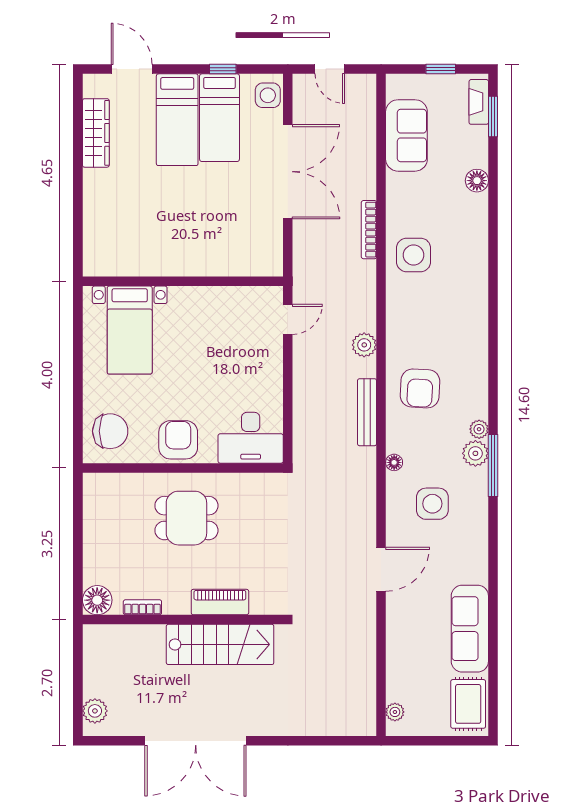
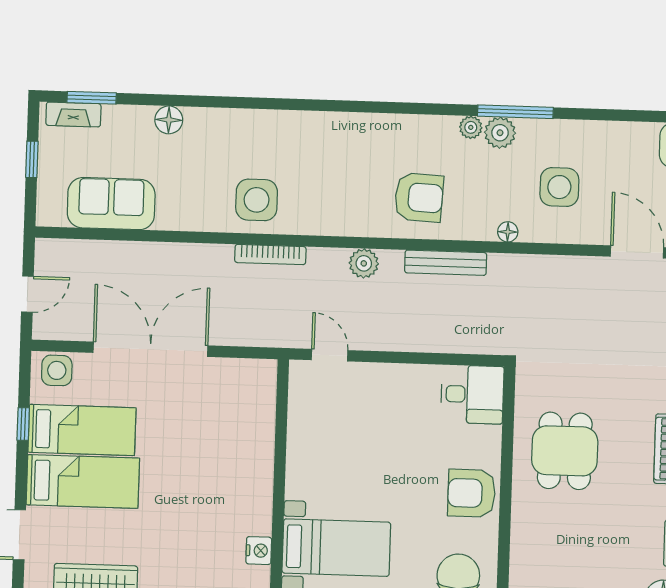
bookcase: (369, 230) -> (270, 255), moved
nightstand: (125, 266) -> (259, 551), added
desk: (251, 438) -> (472, 394), width x0.73
dining table: (186, 518) -> (565, 451), moved

